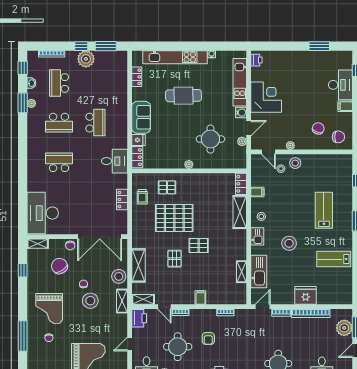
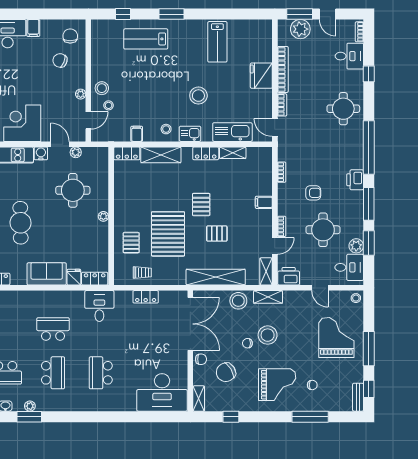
lab bench: (324, 210) -> (146, 39), moved
locker: (241, 249) -> (206, 153), added
shelving: (138, 265) -> (216, 277), width x1.47

